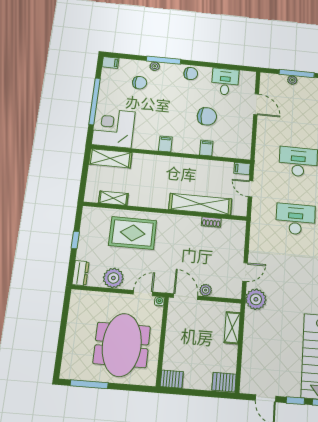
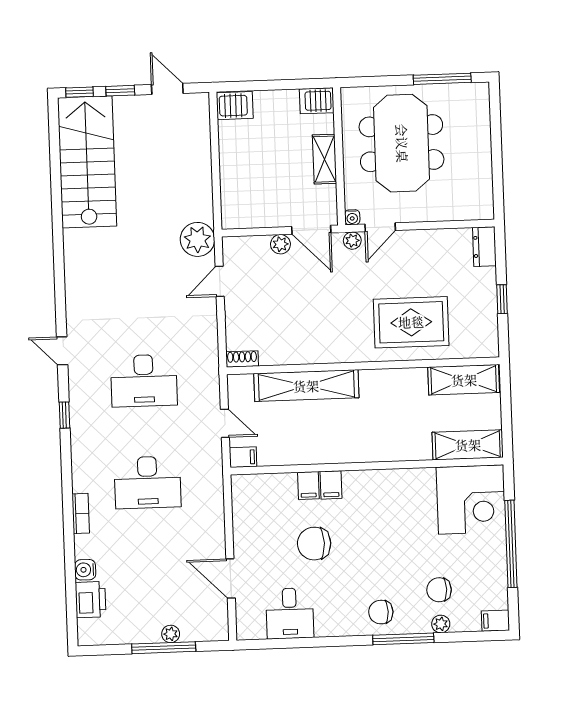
plant: (155, 66) -> (441, 624), moved
chair: (191, 74) -> (381, 612), moved
filing cabinet: (165, 144) -> (331, 485), moved
shelving: (113, 198) -> (464, 380), width x1.50, depth x1.33
shoe rack: (211, 222) -> (242, 359), moved
plant: (113, 278) -> (352, 241), moved, width x0.53, depth x0.53
shelving: (232, 328) -> (324, 159), moved

